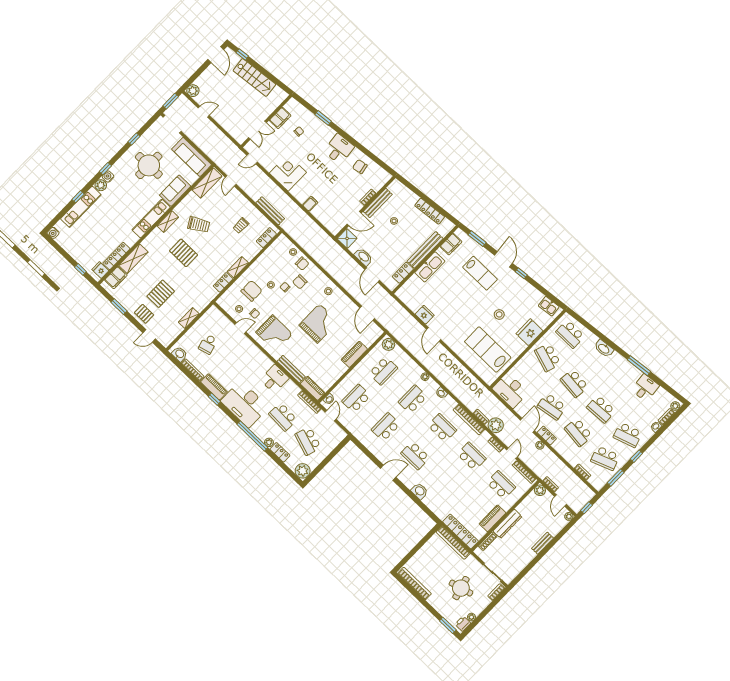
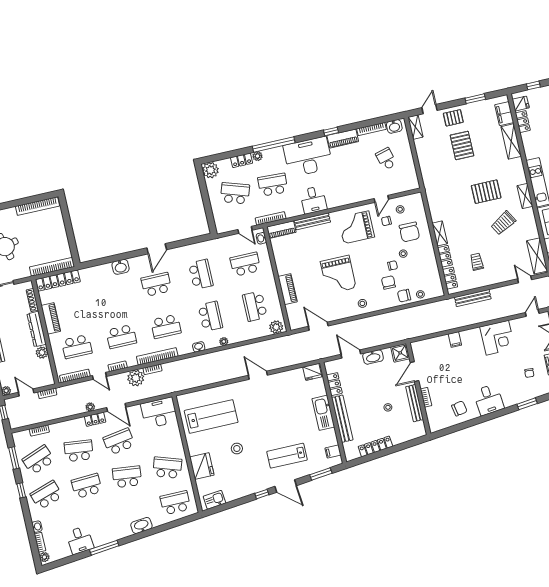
filing cabinet: (451, 244) -> (333, 452), width x0.50
locker: (116, 256) -> (523, 122), width x0.66
locker: (223, 282) -> (445, 256), moved
fridge: (425, 315) -> (312, 372), moved
shelving: (189, 318) -> (415, 127), moved
school desk: (356, 398) -> (245, 264), turned -90
plant: (540, 490) -> (42, 353), moved

